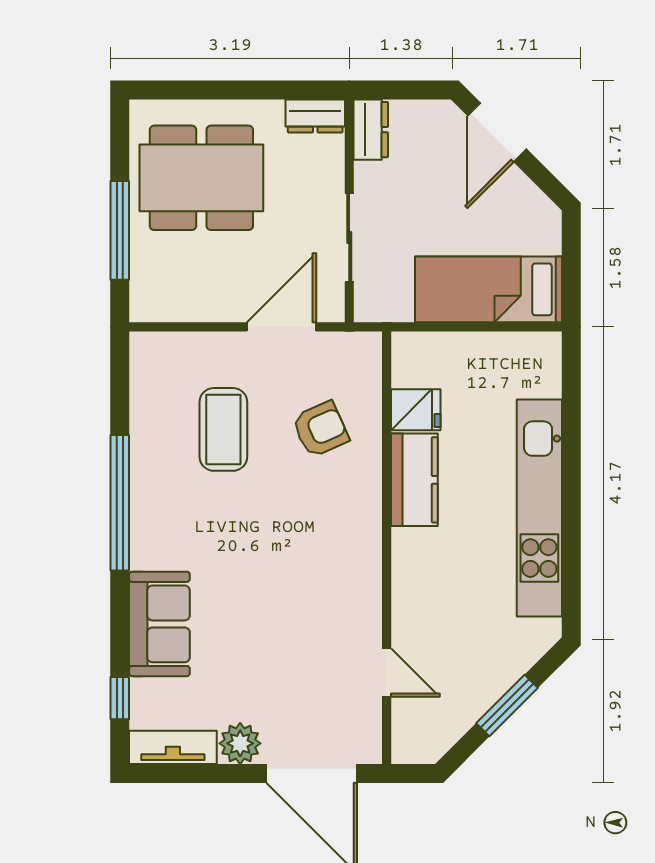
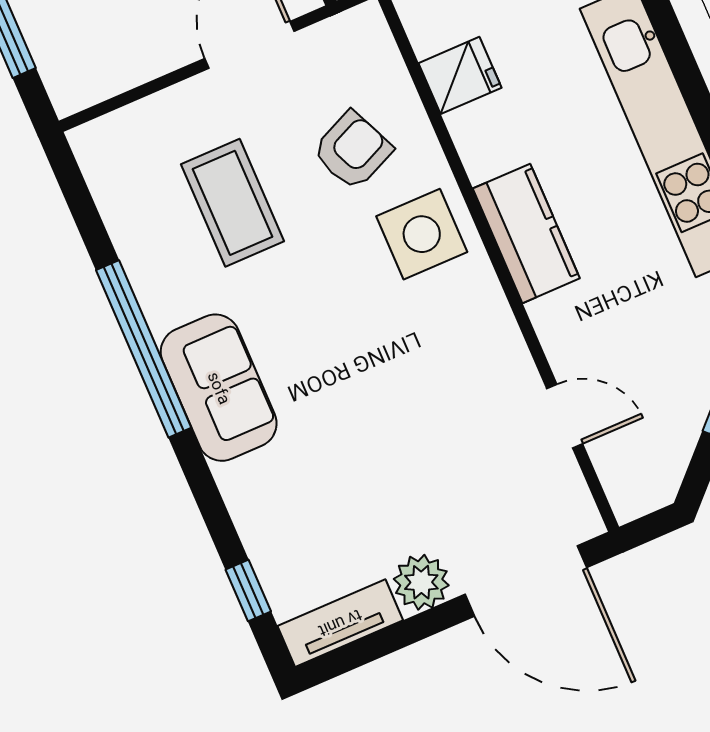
kitchen counter: (414, 480) -> (526, 233), moved
side table: (343, 507) -> (422, 234), added
sofa: (159, 624) -> (219, 388), moved

